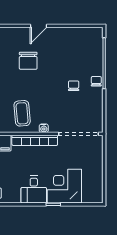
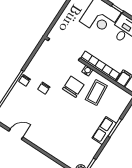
door: (39, 26) -> (16, 134), moved
chair: (28, 61) -> (73, 87), moved

